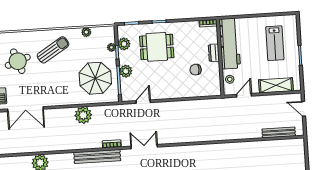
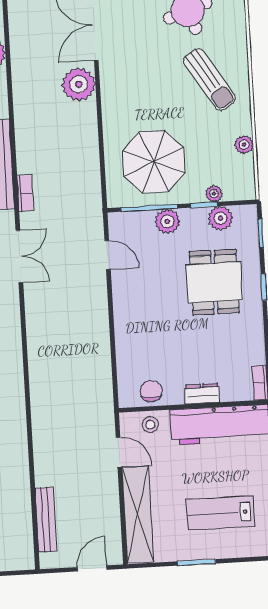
chair: (196, 70) -> (151, 391), moved
shelving: (276, 85) -> (138, 515), width x1.47
plant: (83, 115) -> (79, 84), moved

